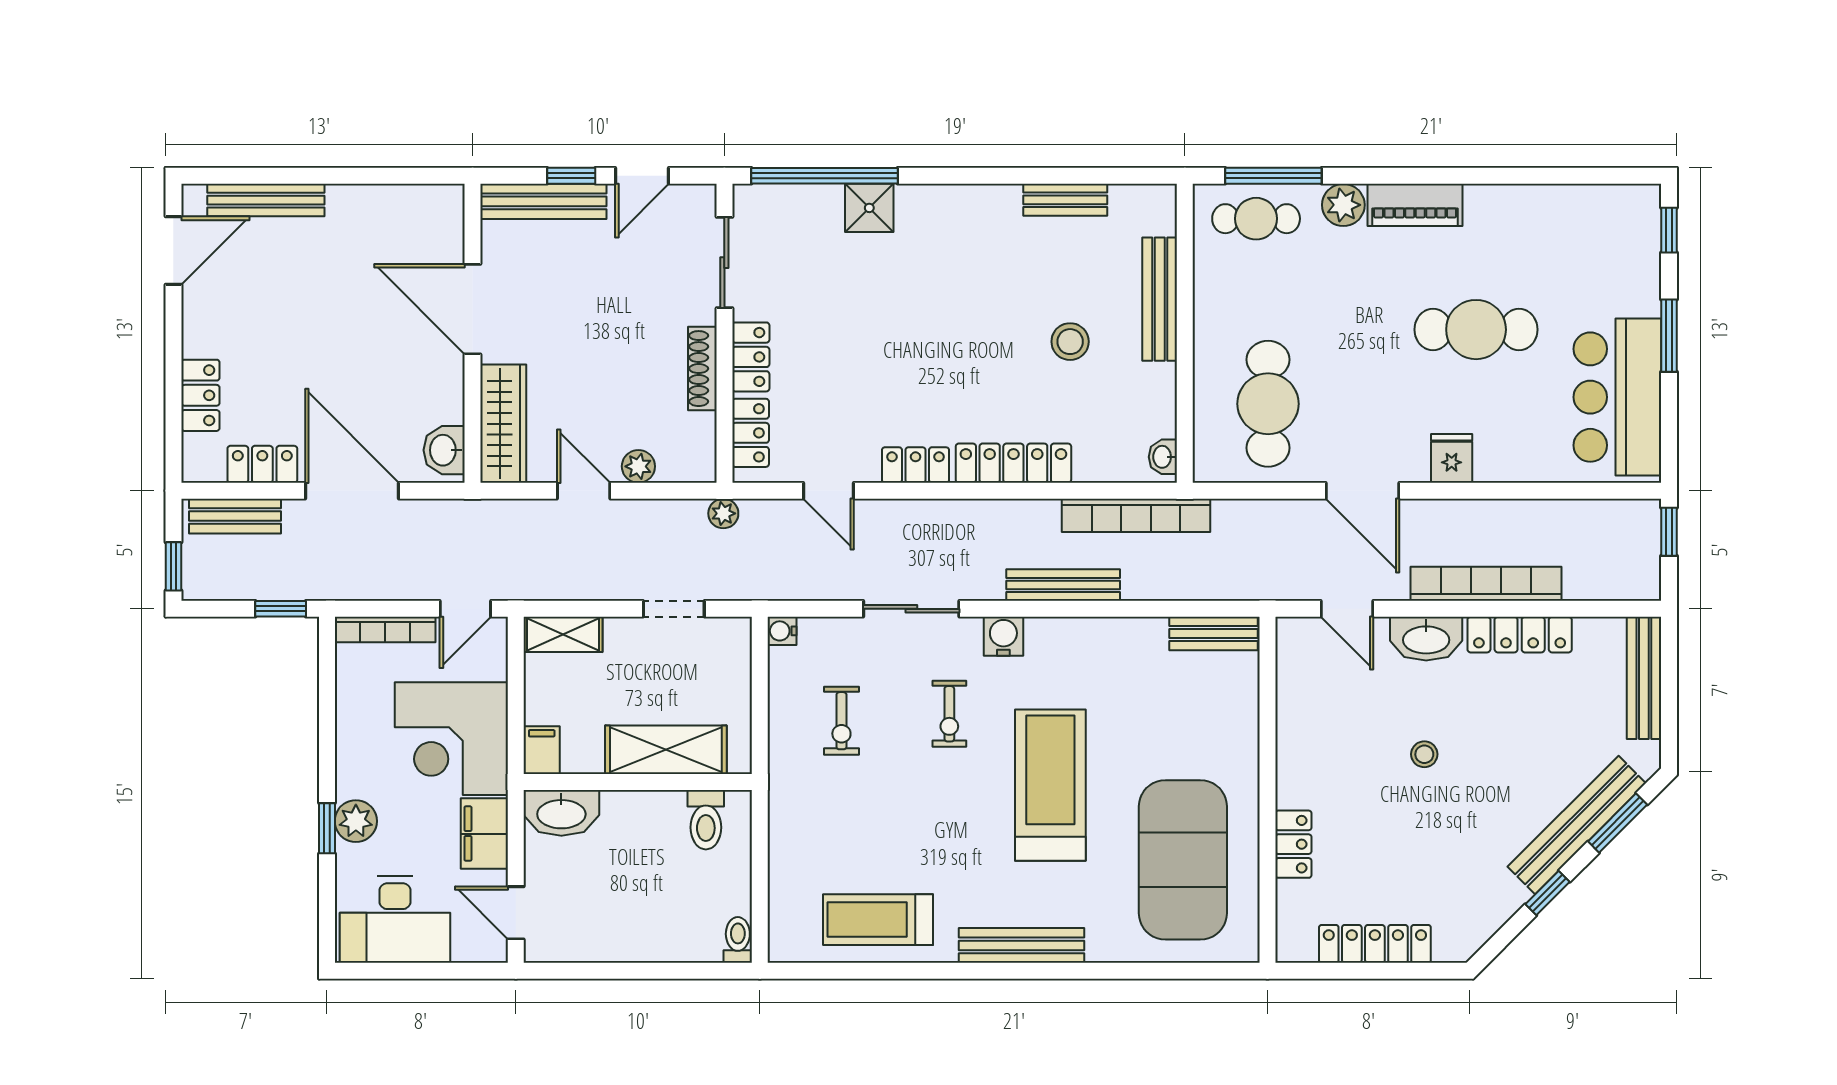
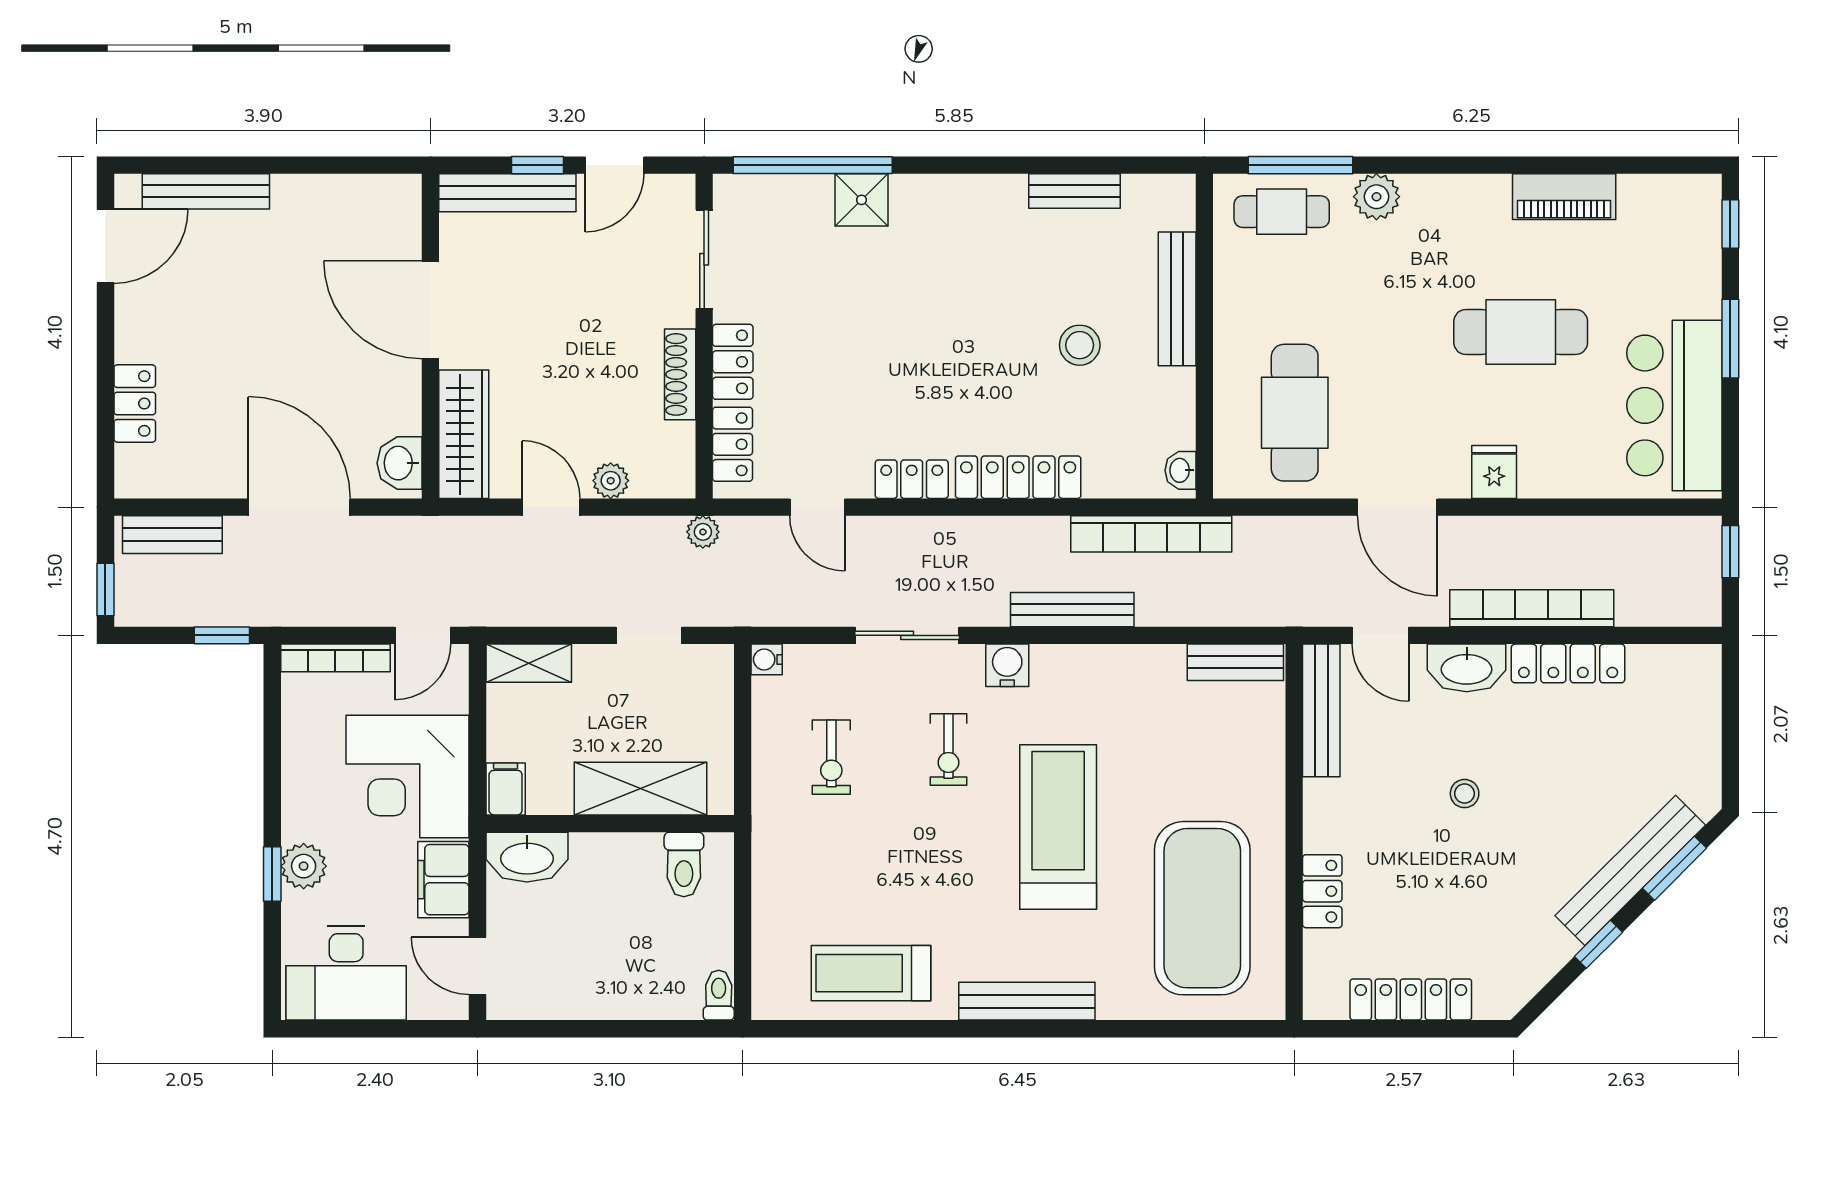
piano: (1415, 205) -> (1564, 197), moved
locker: (262, 464) -> (202, 478), removed
bench: (1644, 678) -> (1321, 710), moved

